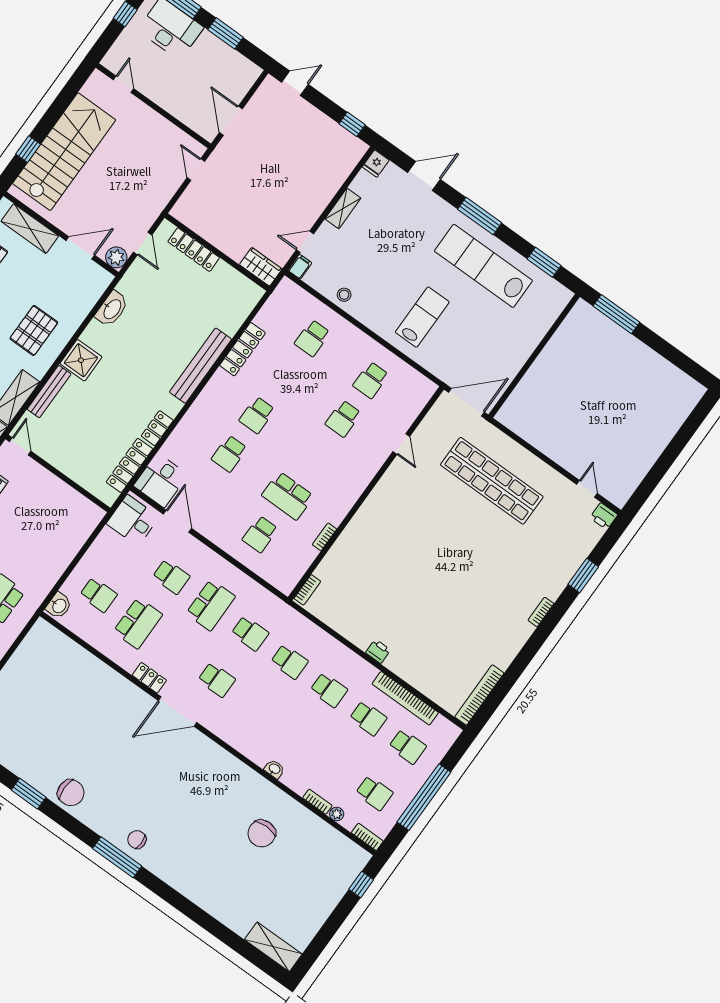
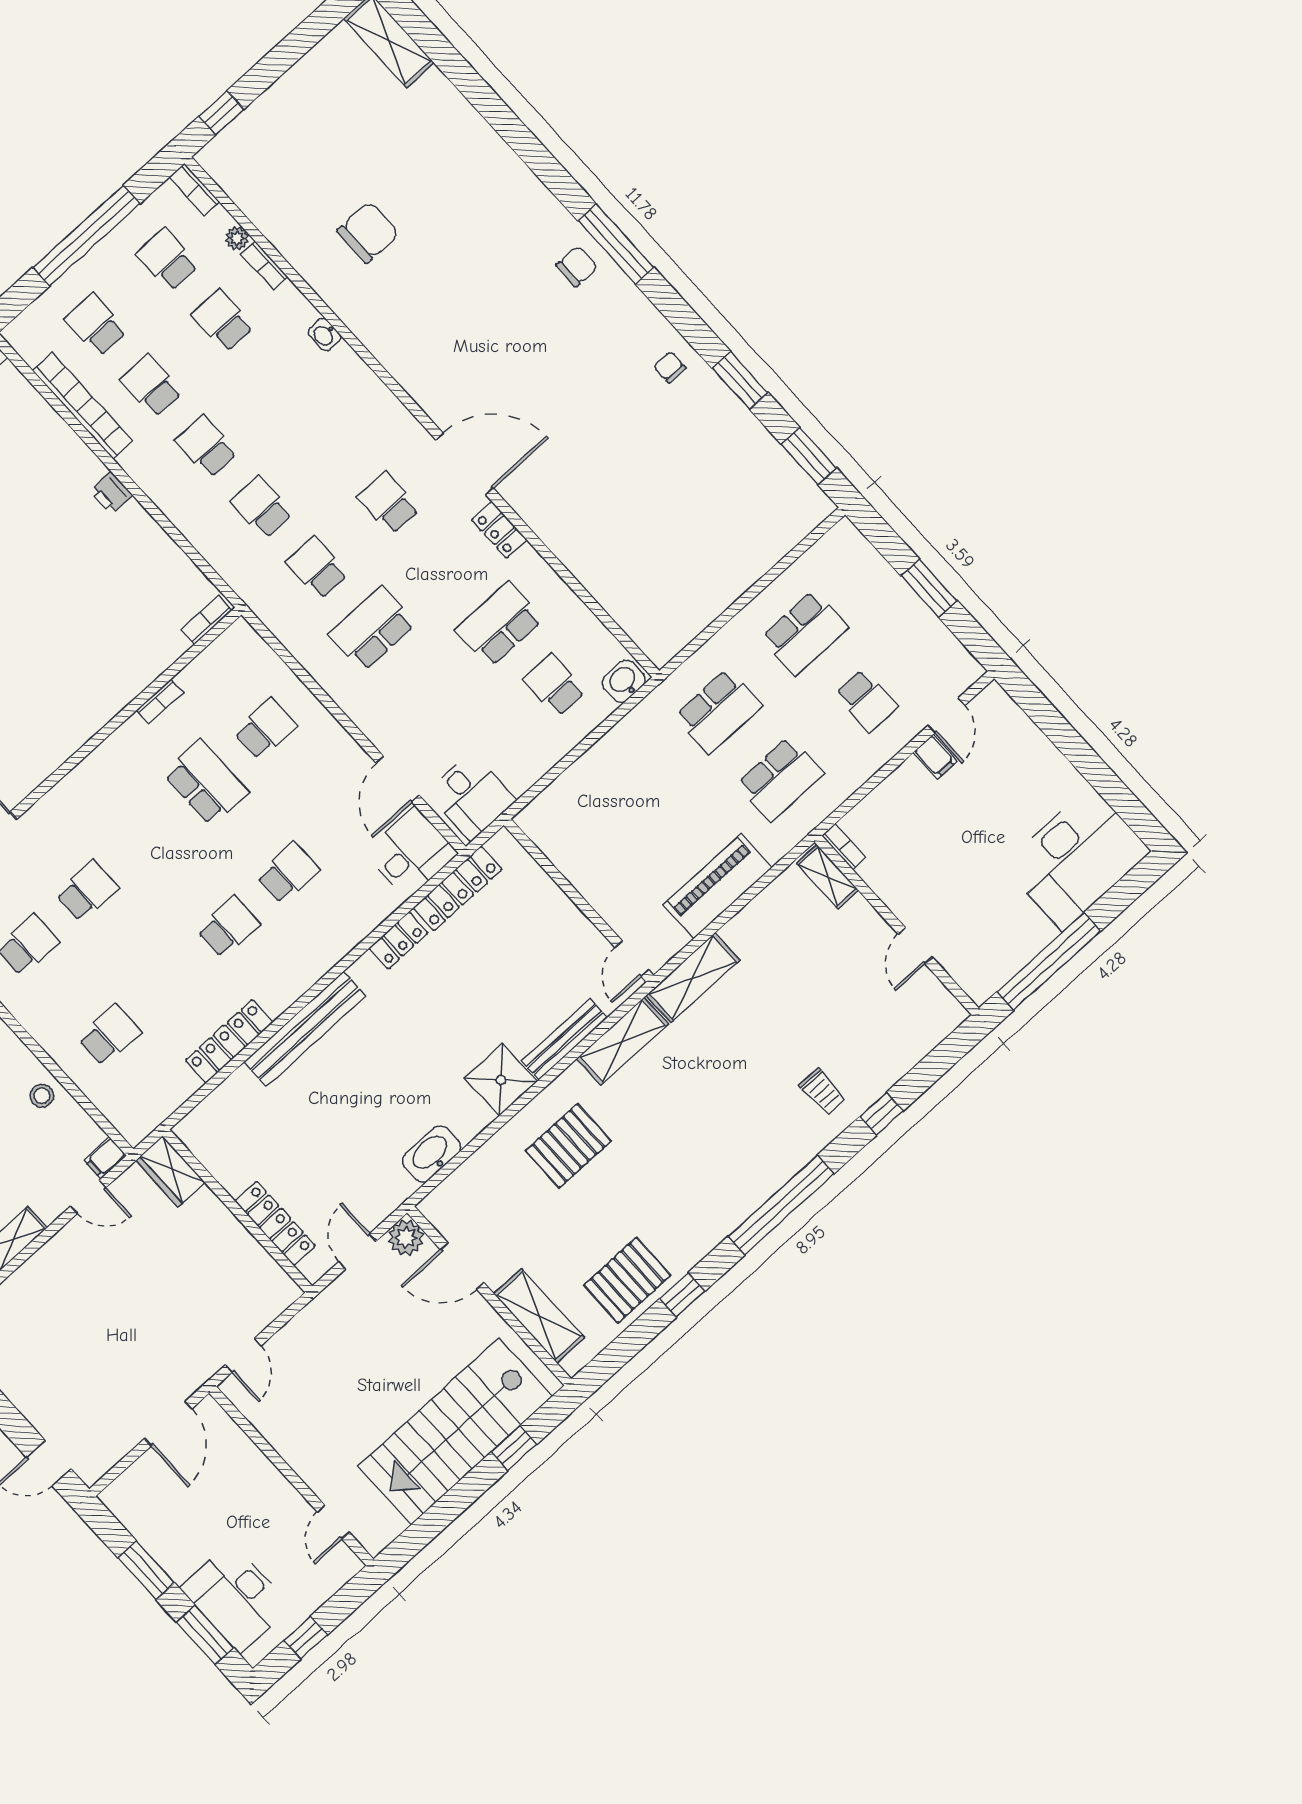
school desk: (171, 577) -> (223, 321), moved
chair: (71, 793) -> (670, 367), width x0.54, depth x0.54
chair: (137, 840) -> (577, 266), turned -90

